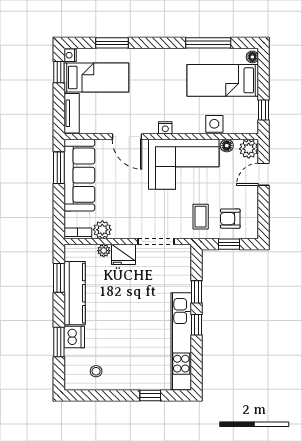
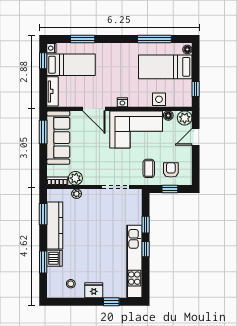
armchair: (230, 219) -> (171, 170), turned 90
fridge: (123, 254) -> (94, 290), moved, turned 180

